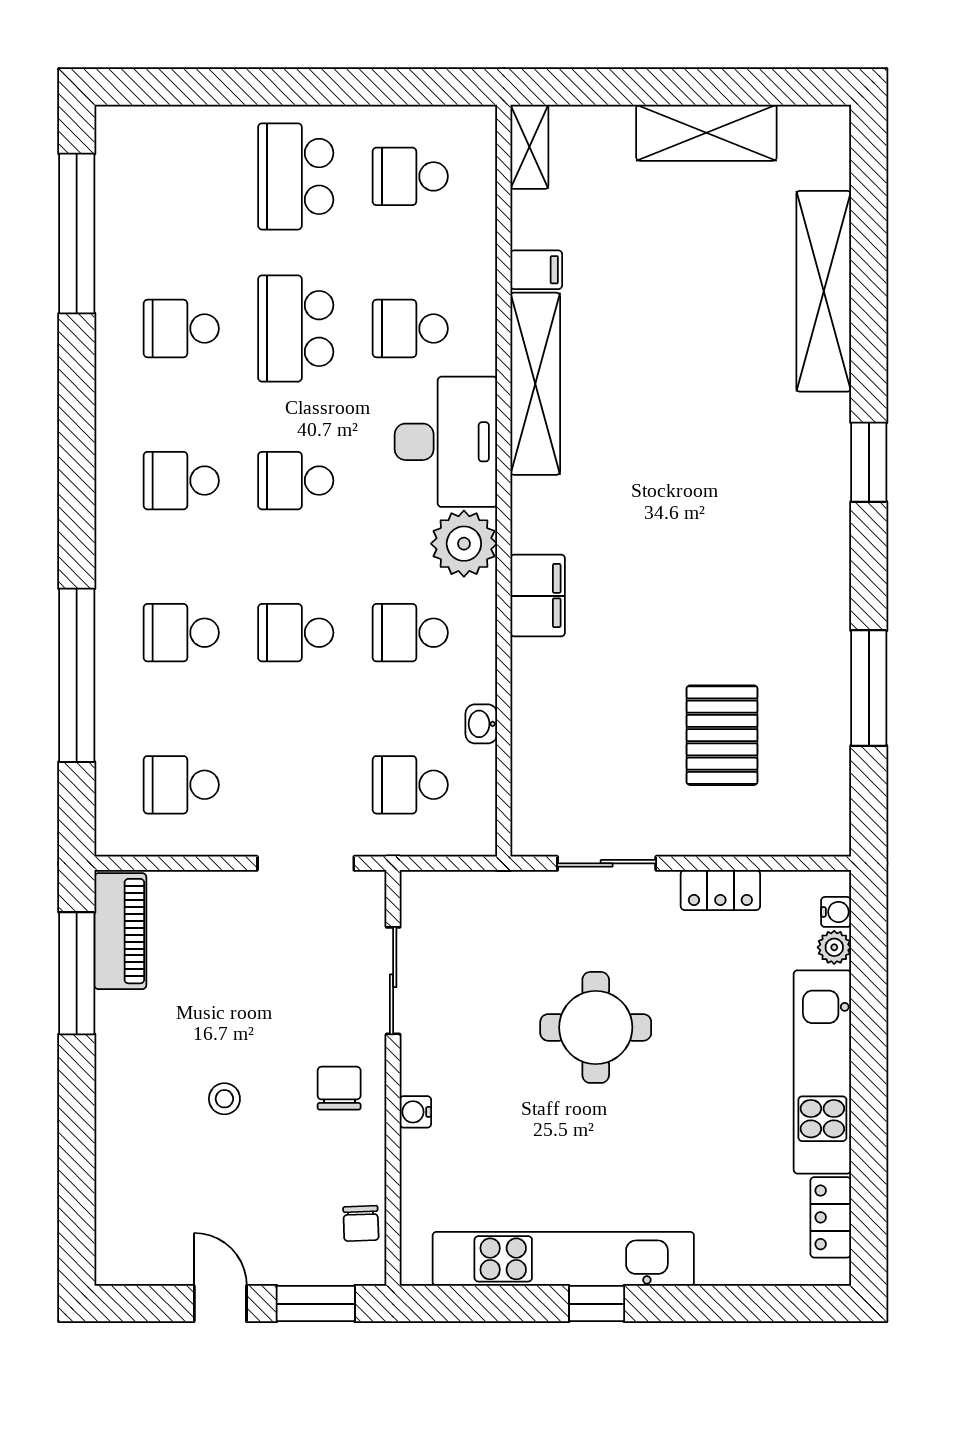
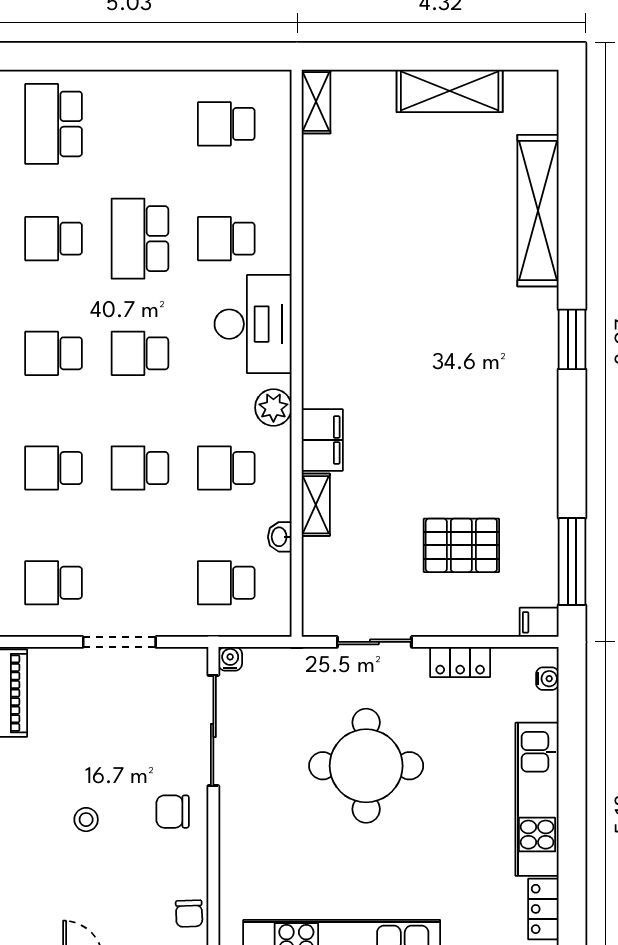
school desk: (296, 176) -> (54, 124), moved
filing cabinet: (536, 270) -> (539, 622), moved, turned 180
shelving: (535, 384) -> (316, 505), moved, width x0.45, depth x0.75
plant: (464, 544) -> (273, 408), width x0.73, depth x0.73
window: (869, 688) -> (572, 562), moved
pallet: (722, 735) -> (461, 545), turned 90
doorway: (306, 863) -> (119, 642), moved
plant: (834, 947) -> (546, 705), removed
sliding door: (393, 981) -> (213, 730), width x1.37
round table: (596, 1027) -> (366, 766), width x1.36, depth x1.36
chair: (339, 1088) -> (173, 812), turned -90
water cooler: (415, 1112) -> (230, 659), moved, turned 90

